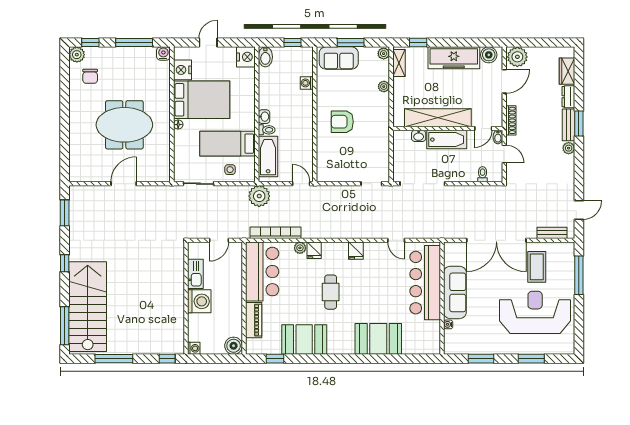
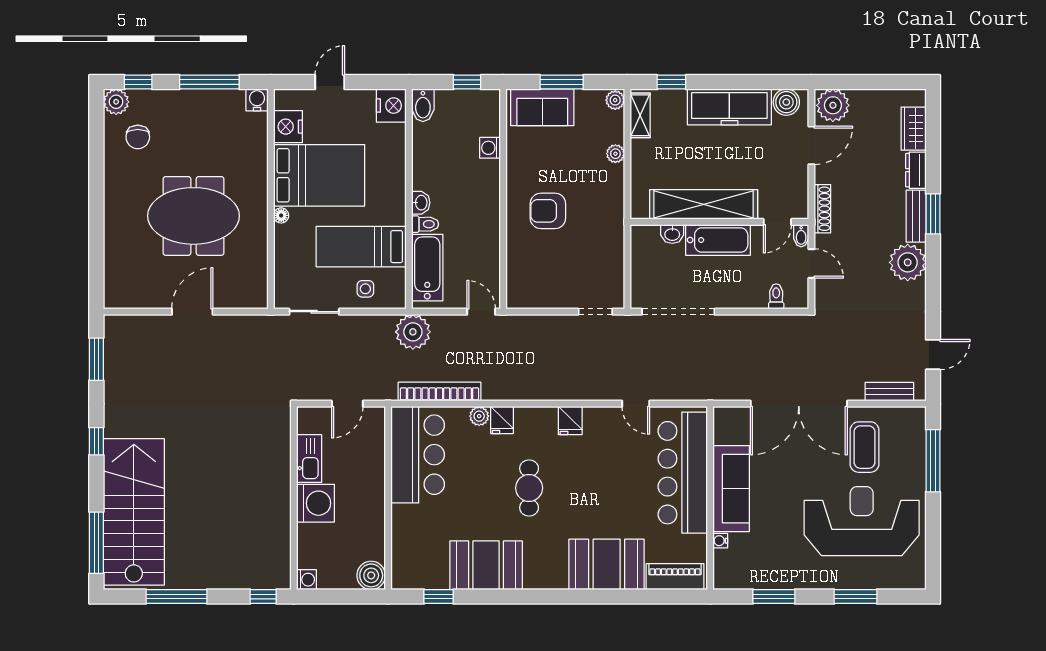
plant: (569, 148) -> (908, 262), width x1.88, depth x1.88
piano: (254, 320) -> (675, 577), moved, turned -90

